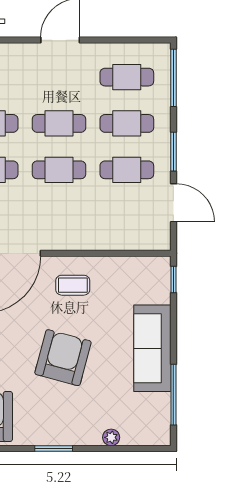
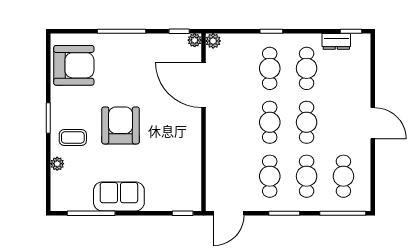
door: (173, 203) -> (229, 213), moved
coffee table: (73, 285) -> (73, 137), moved, turned 90
sofa: (152, 348) -> (119, 196), width x0.73
armchair: (63, 358) -> (121, 125), turned -105

